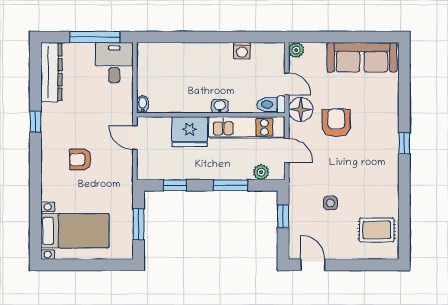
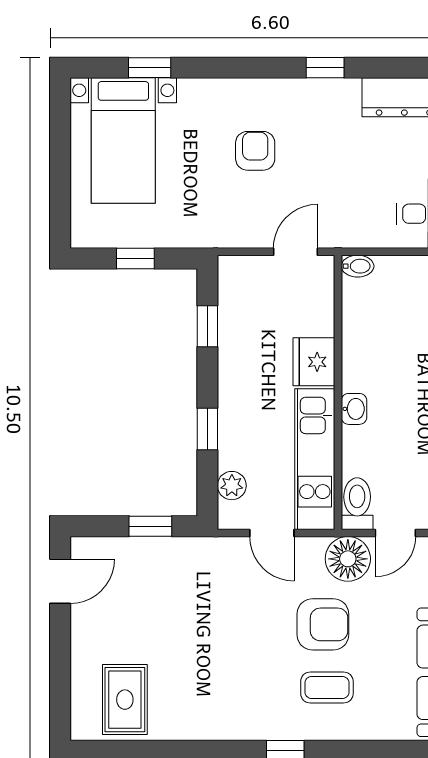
coffee table: (370, 121) -> (327, 687), added
fridge: (190, 132) -> (314, 362), width x0.73, depth x0.75
door: (287, 151) -> (272, 533), hinge flipped
window: (231, 185) -> (207, 429), width x0.67
side table: (330, 203) -> (175, 614), removed
window: (35, 217) -> (150, 68), added
window: (138, 224) -> (135, 258), width x0.67

